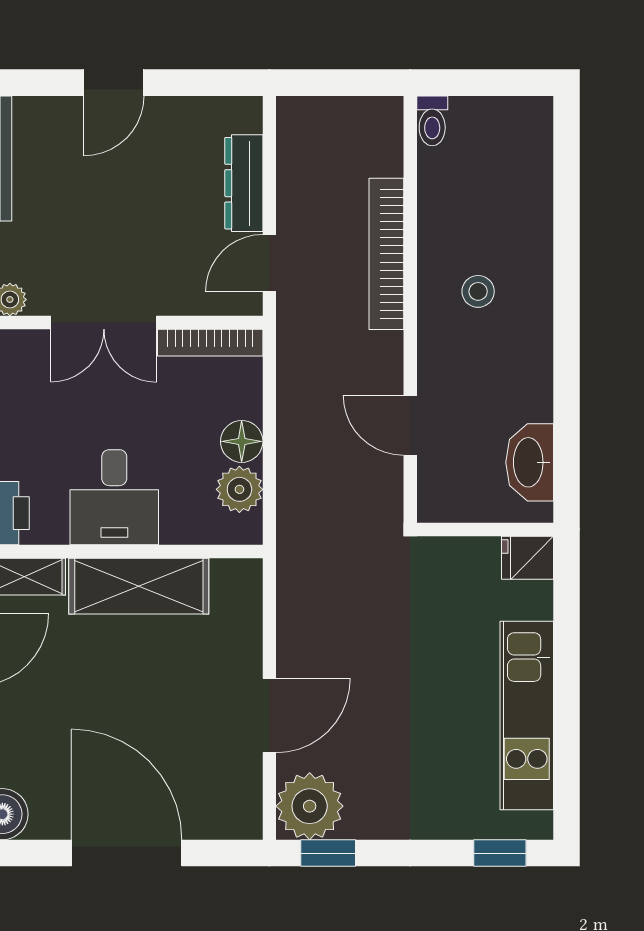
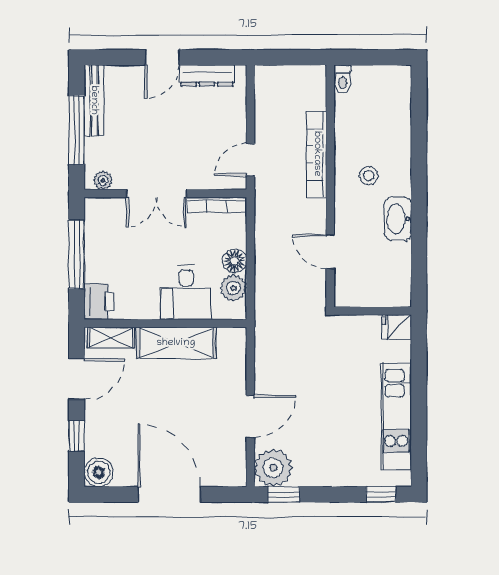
dresser: (244, 183) -> (207, 76), moved, turned -90
washbasin: (530, 462) -> (398, 219), moved
desk: (114, 497) -> (186, 292), moved

